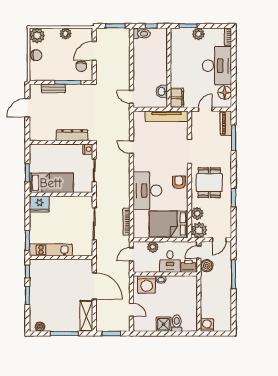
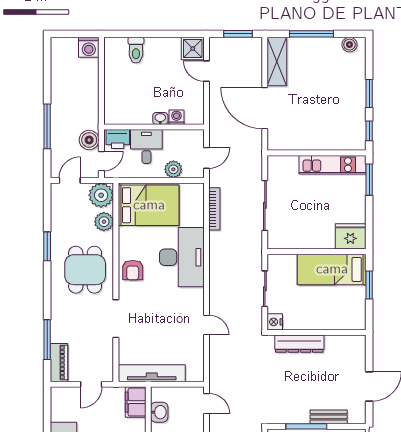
floor lamp: (225, 93) -> (61, 410), removed
washing machine: (147, 284) -> (176, 117), width x0.53, depth x0.53
shower: (164, 324) -> (193, 49), moved

